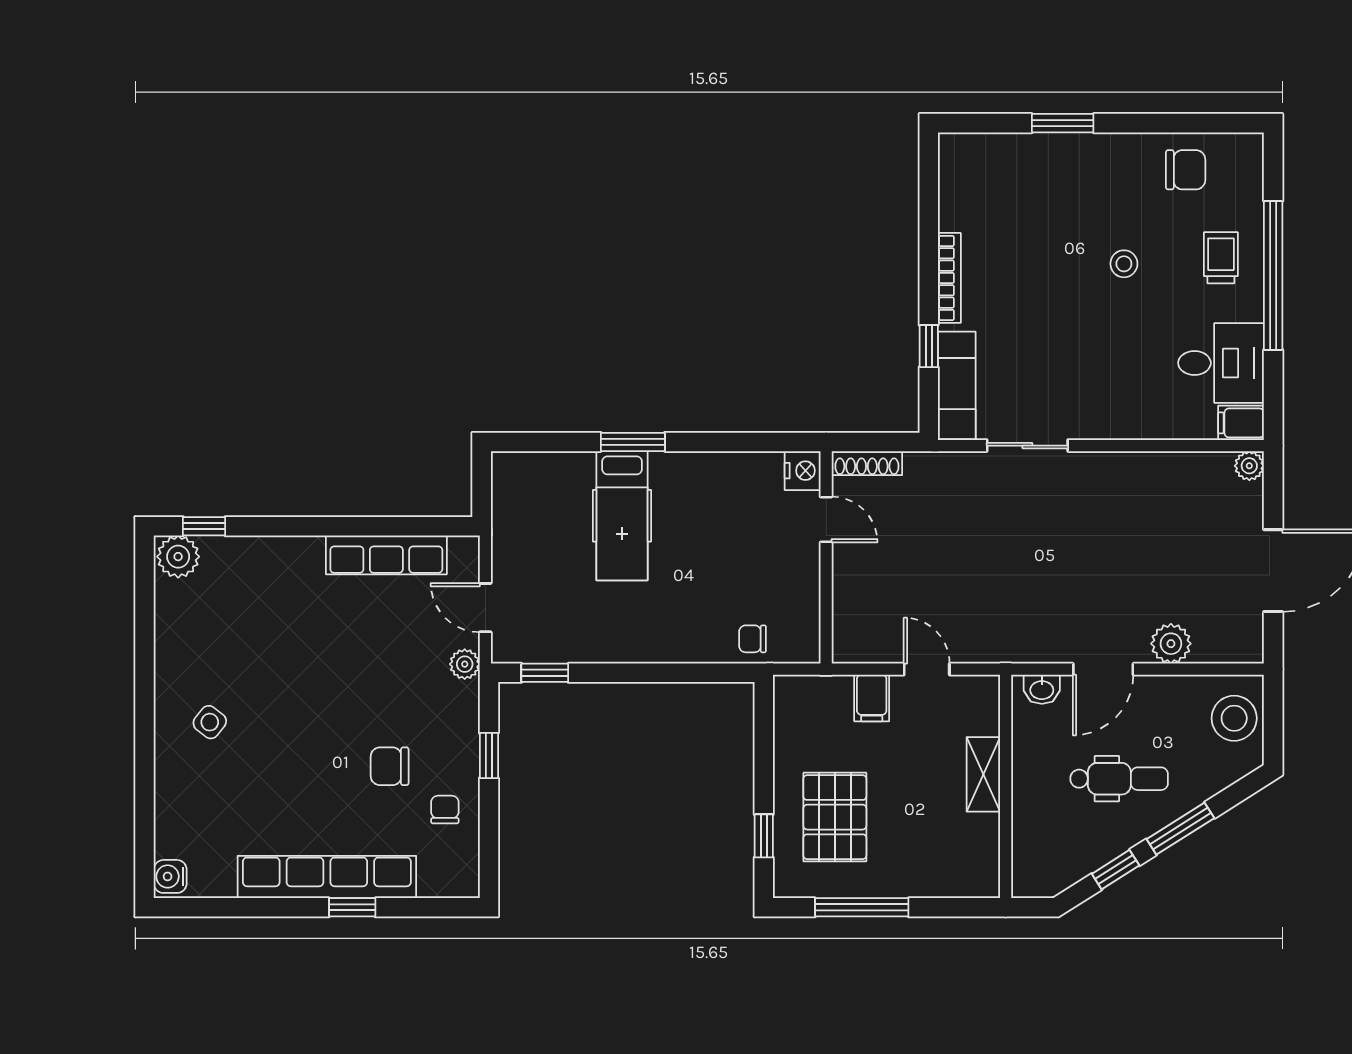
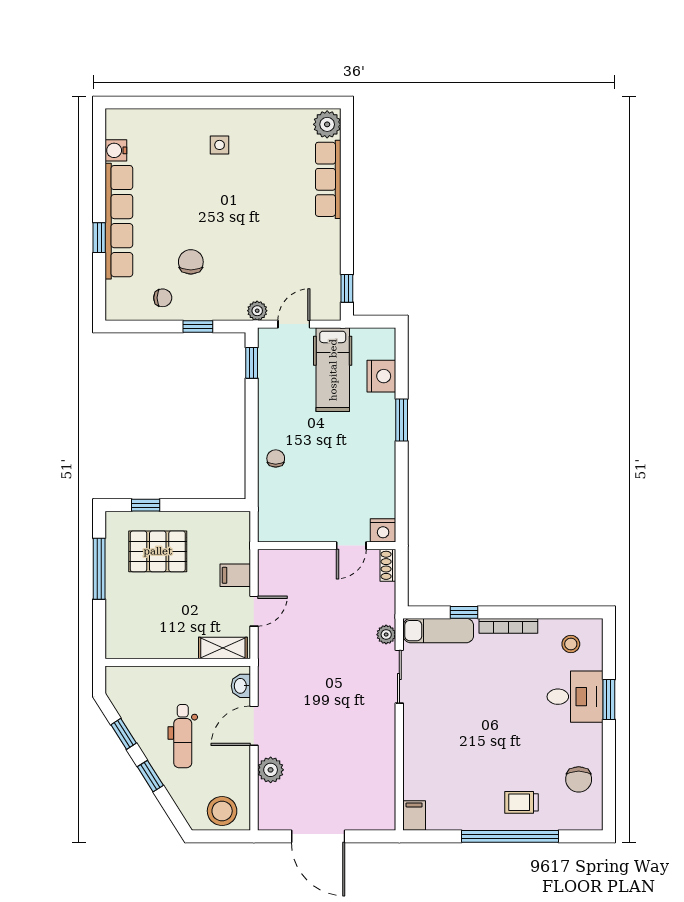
trolley: (1221, 258) -> (521, 802), turned 180
stool: (1124, 264) -> (571, 644), moved
desk: (1221, 363) -> (575, 697), moved, turned -90
shoe rack: (867, 463) -> (388, 565), width x0.70
plant: (1249, 466) -> (386, 635), moved
nightstand: (565, 473) -> (381, 376), added
hospital bed: (622, 516) -> (333, 370), moved, turned -90
window: (204, 526) -> (347, 288), moved
row of seats: (386, 555) -> (328, 179), moved
chair: (753, 639) -> (276, 458), moved
door: (1103, 669) -> (254, 726), hinge flipped
side table: (210, 722) -> (220, 145), turned -38
shelving: (983, 774) -> (223, 648), moved
window: (1180, 829) -> (150, 776), width x0.67
water cooler: (170, 876) -> (116, 150), moved, turned -90

